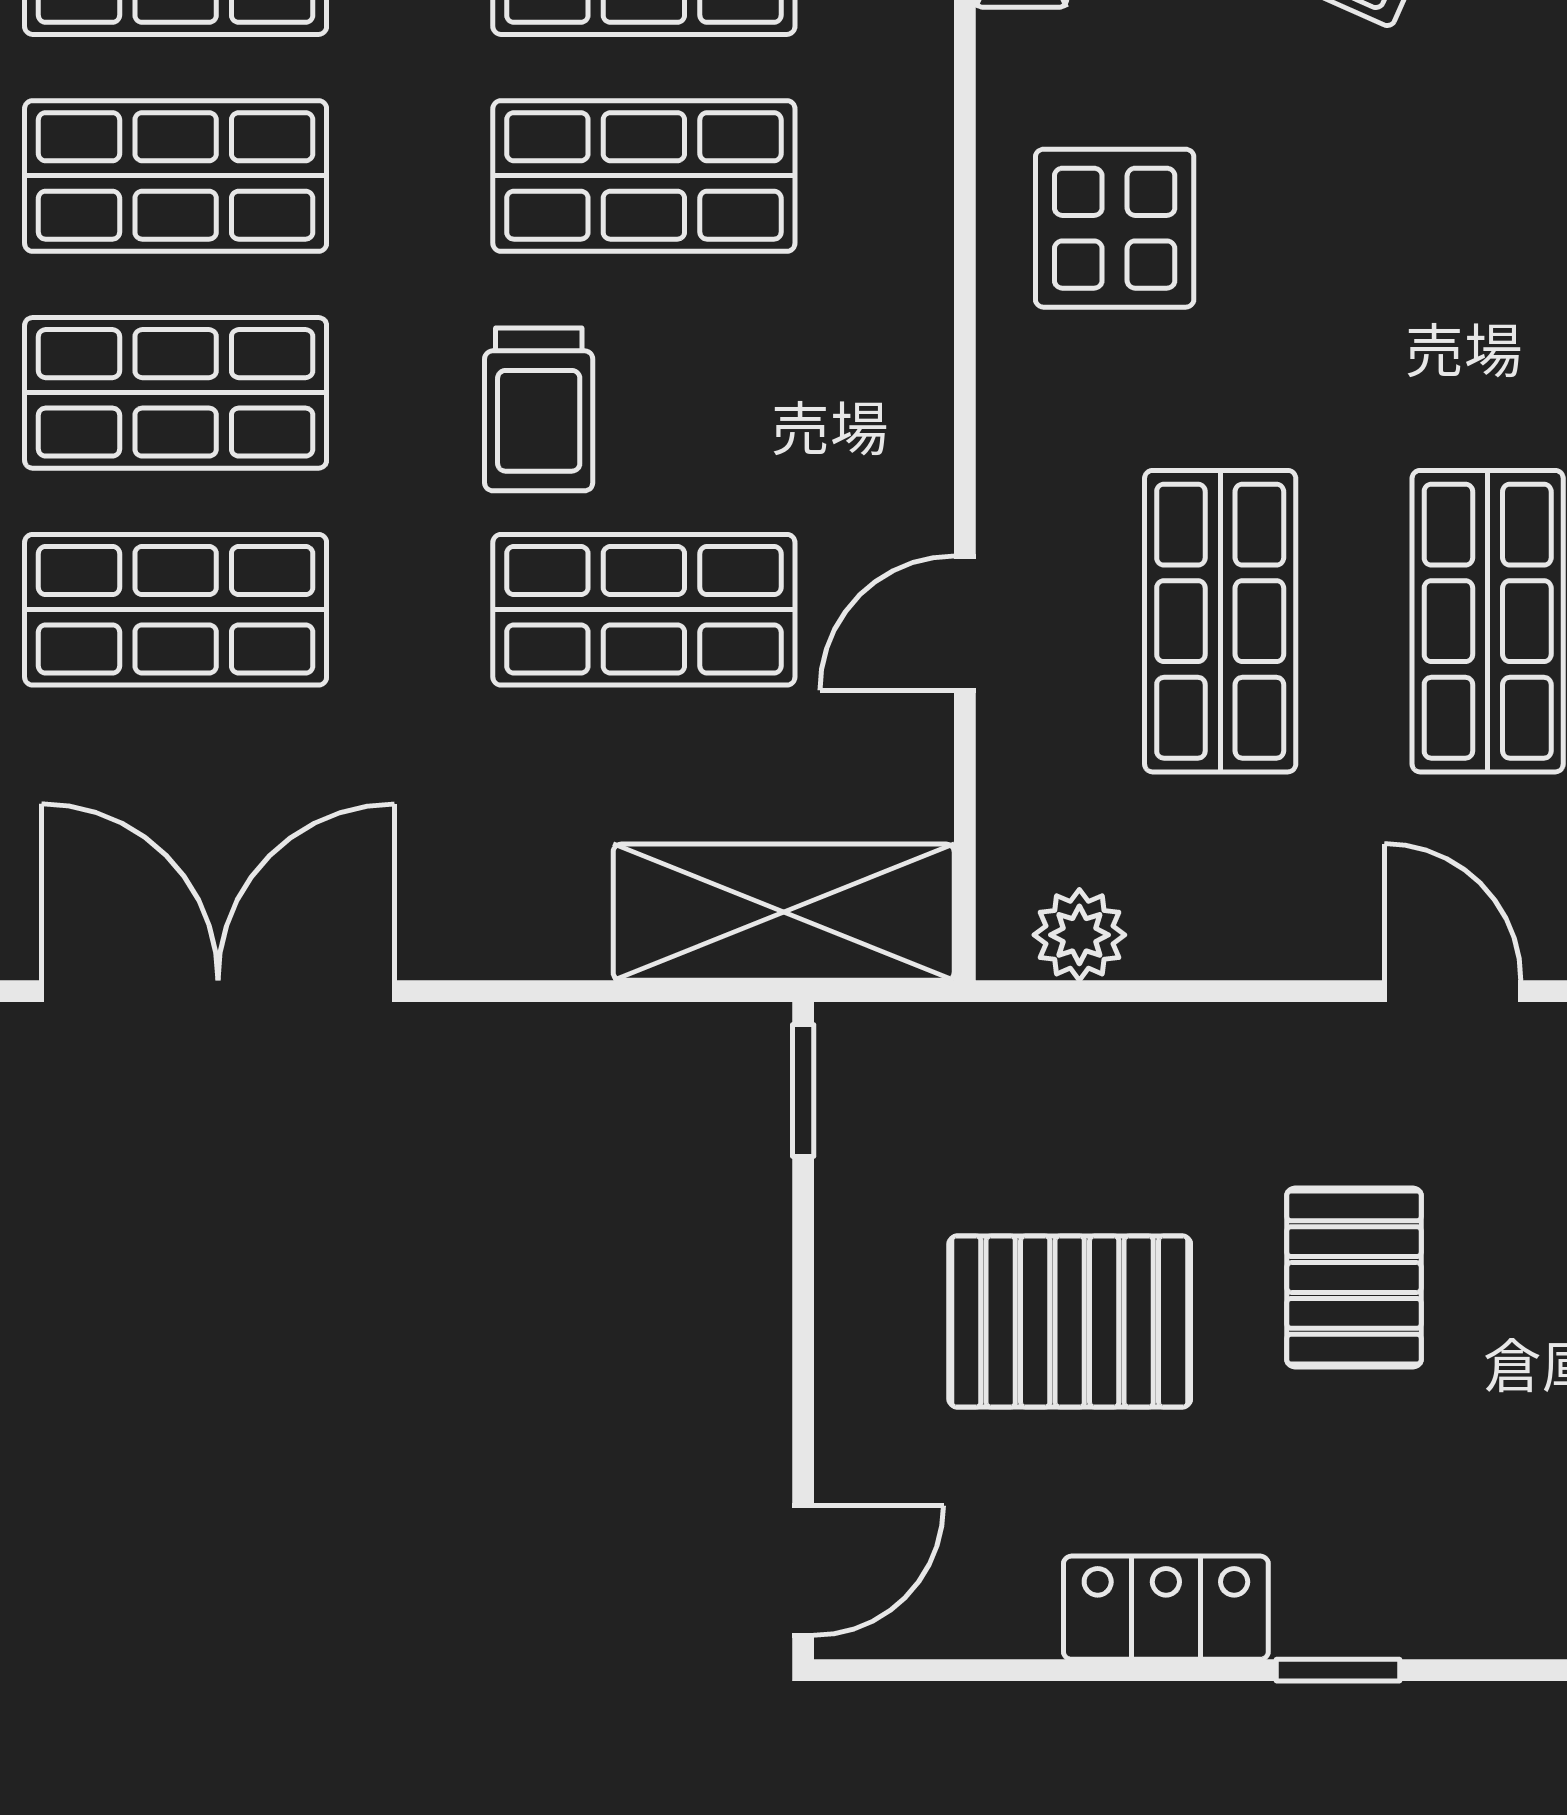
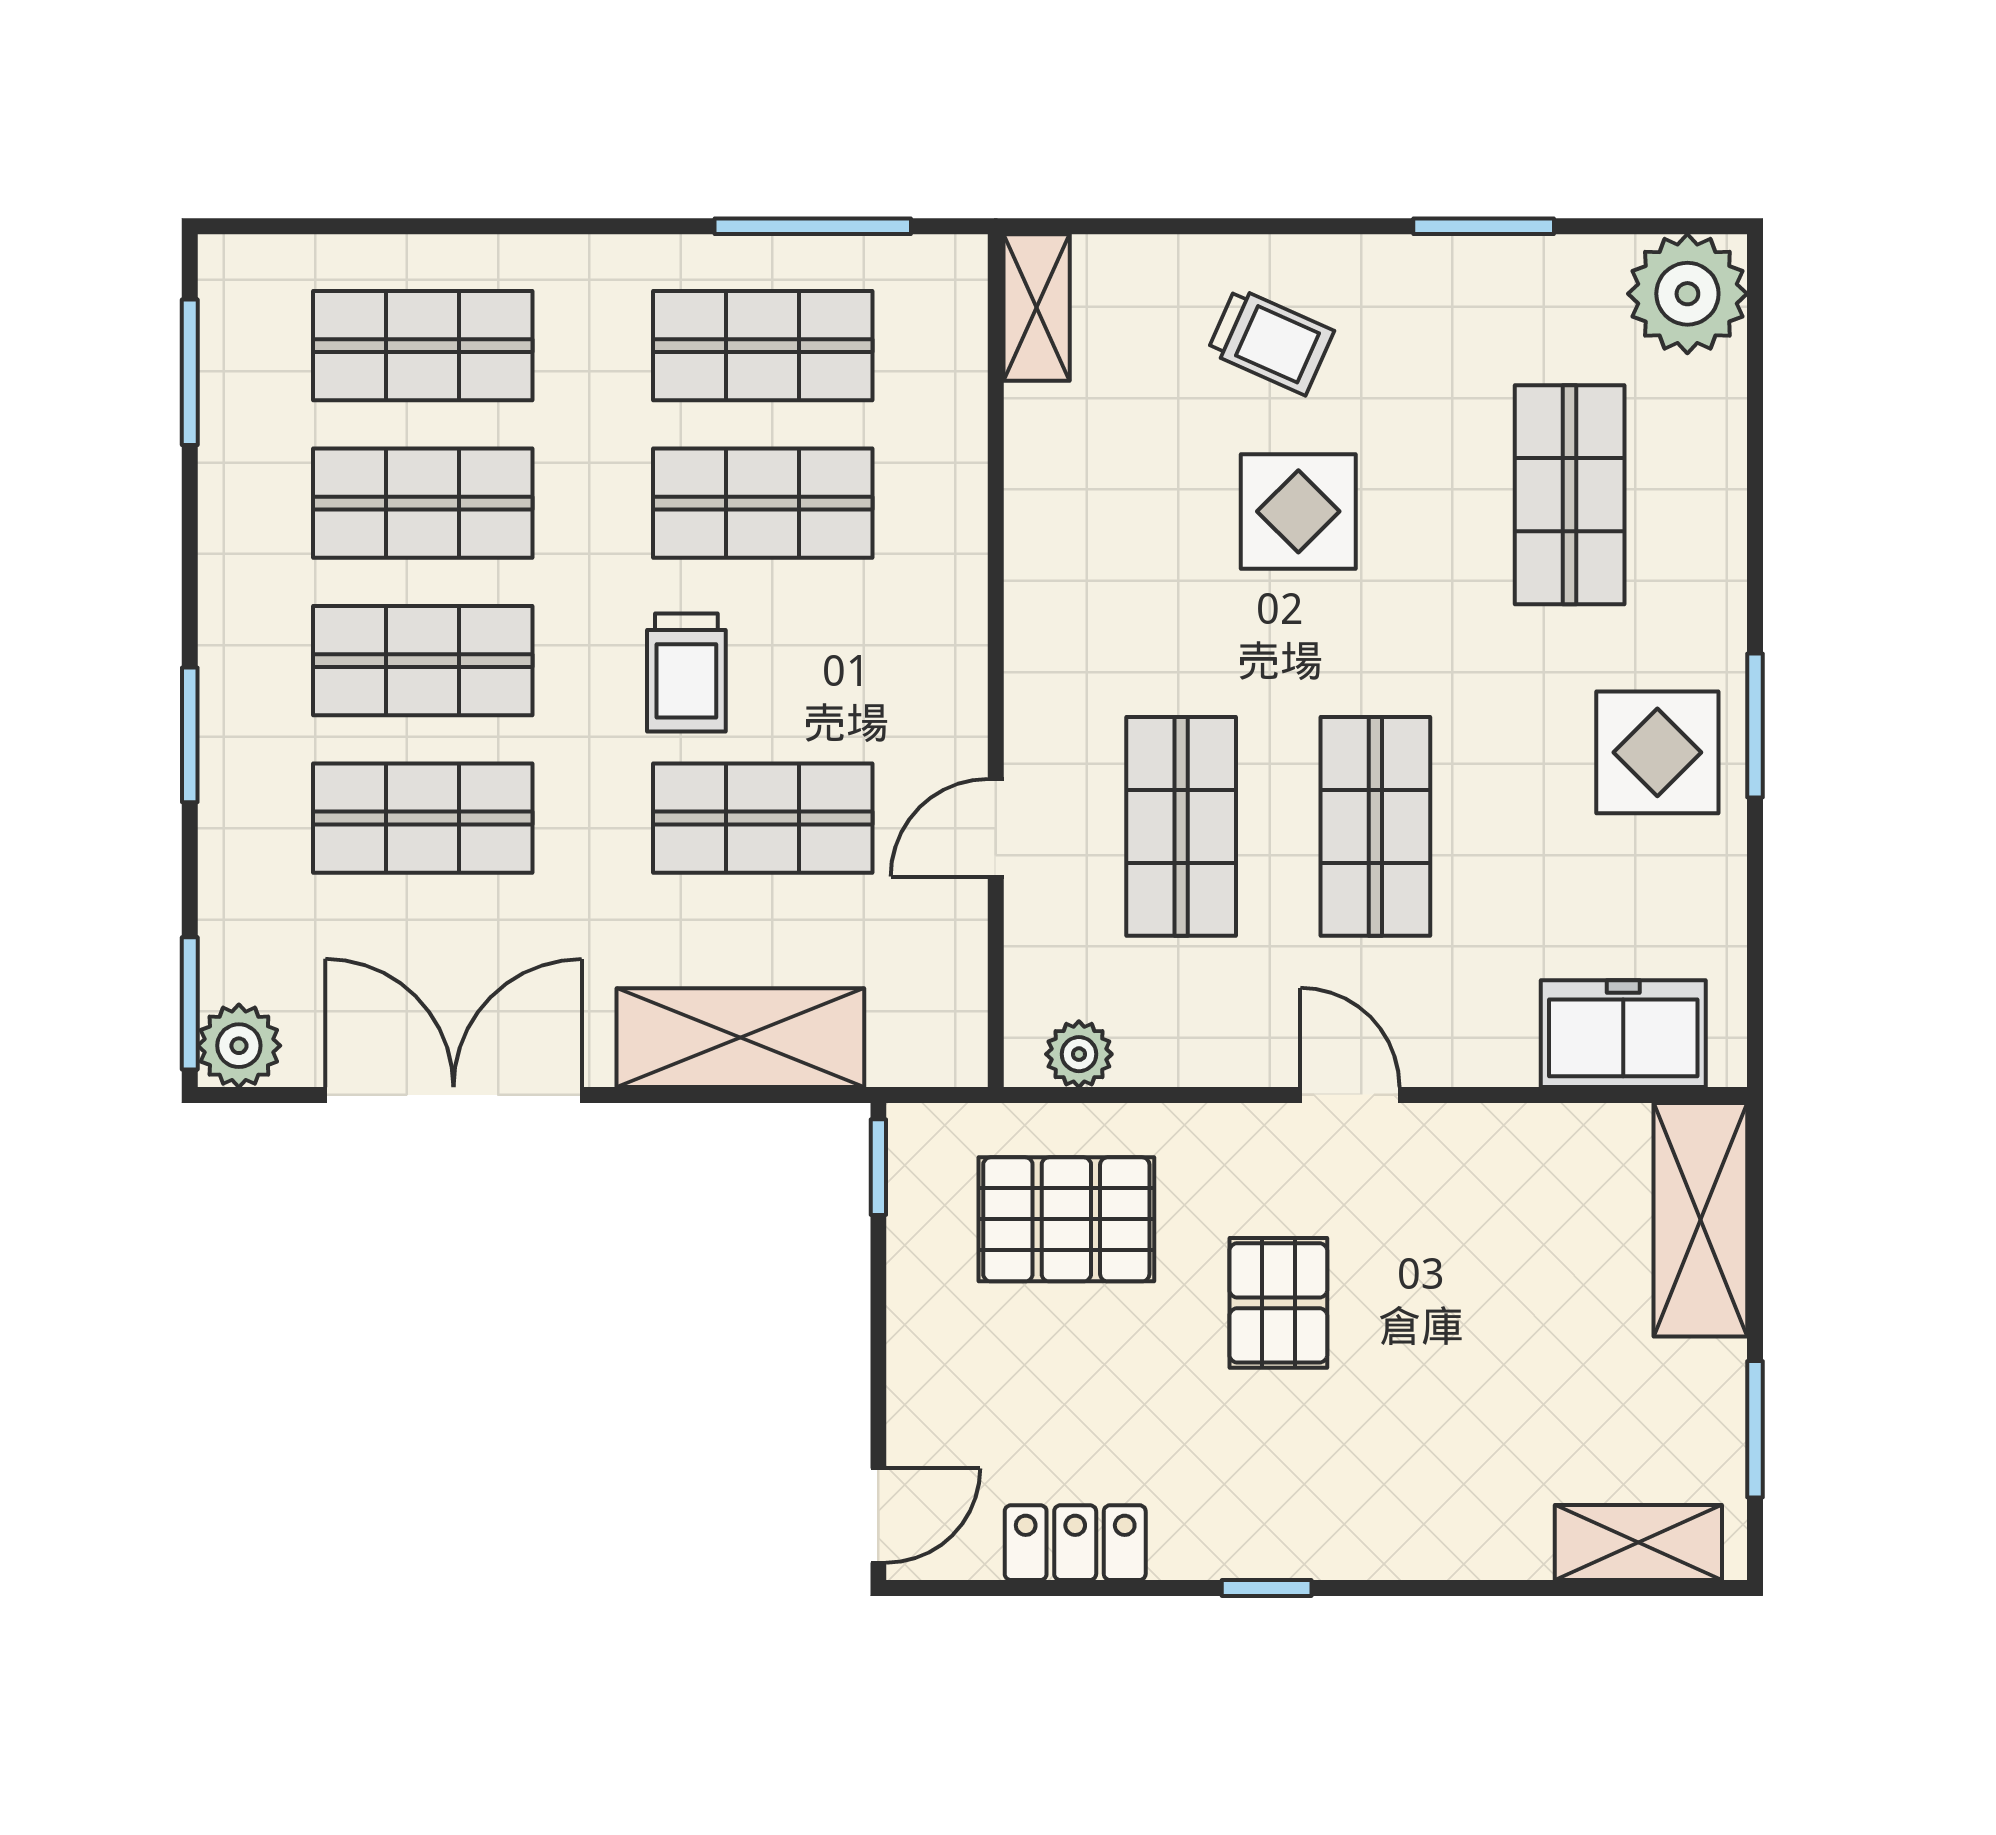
display table: (1115, 228) -> (1298, 511), moved
shelving: (784, 912) -> (740, 1038), moved
pallet: (1070, 1322) -> (1066, 1219), moved
locker: (1166, 1608) -> (1075, 1543), moved

